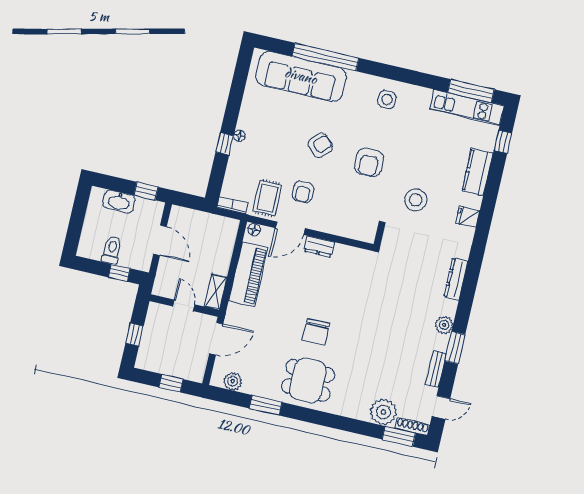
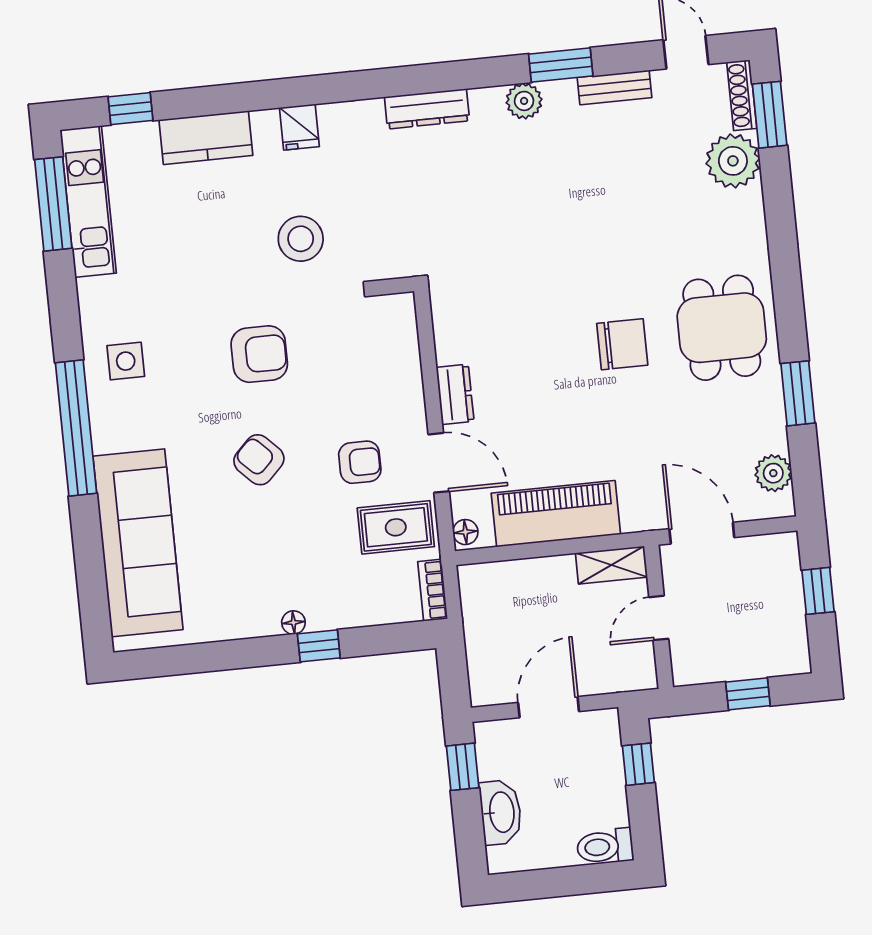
window: (326, 57) -> (76, 428), moved
toilet: (112, 250) -> (605, 847), moved

